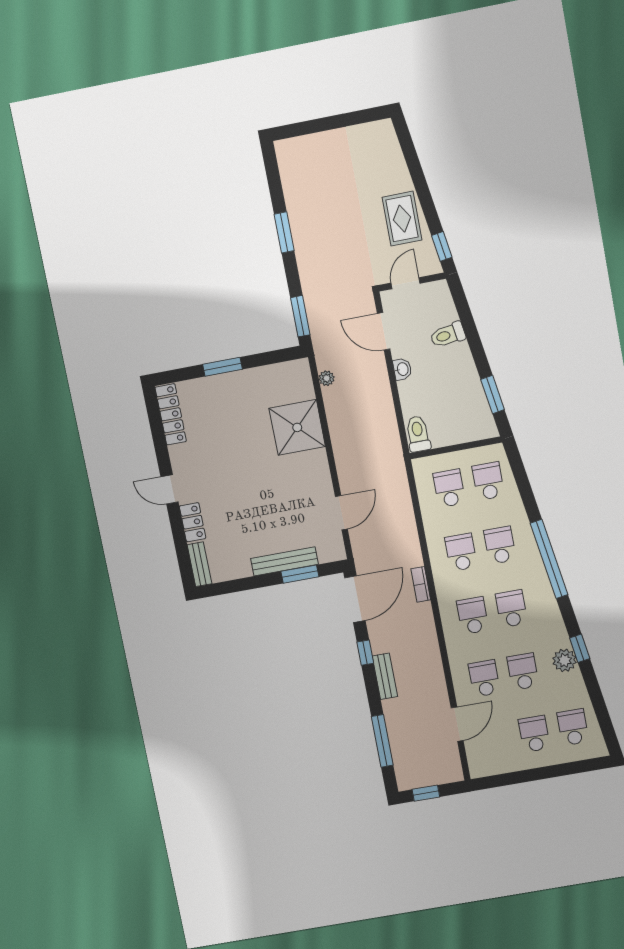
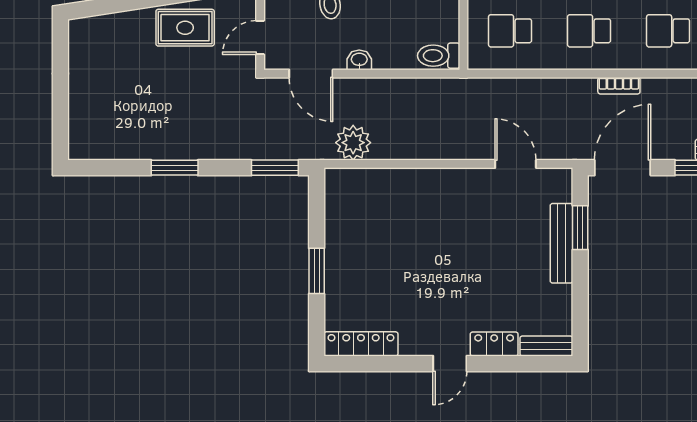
door: (405, 283) -> (260, 38), hinge flipped
door: (384, 331) -> (311, 74), hinge flipped
plant: (327, 378) -> (353, 143), width x1.88, depth x1.88
shower: (297, 427) -> (404, 197), removed
door: (355, 599) -> (623, 168), hinge flipped

